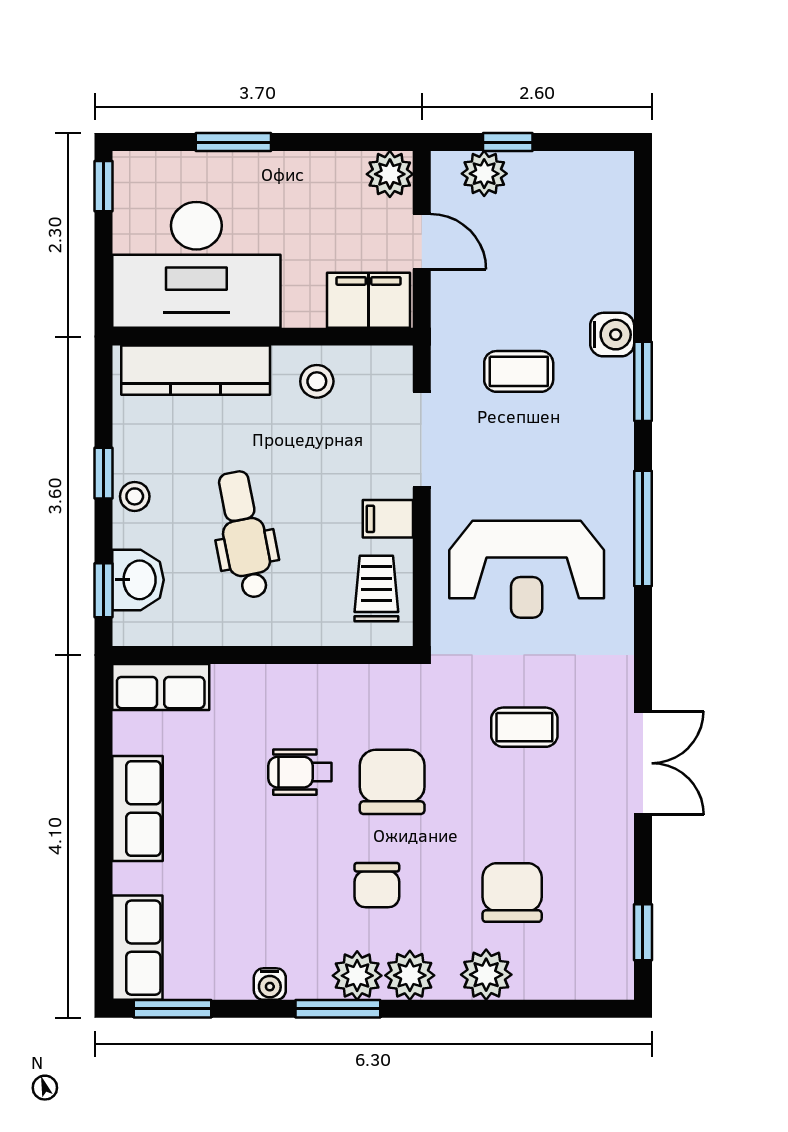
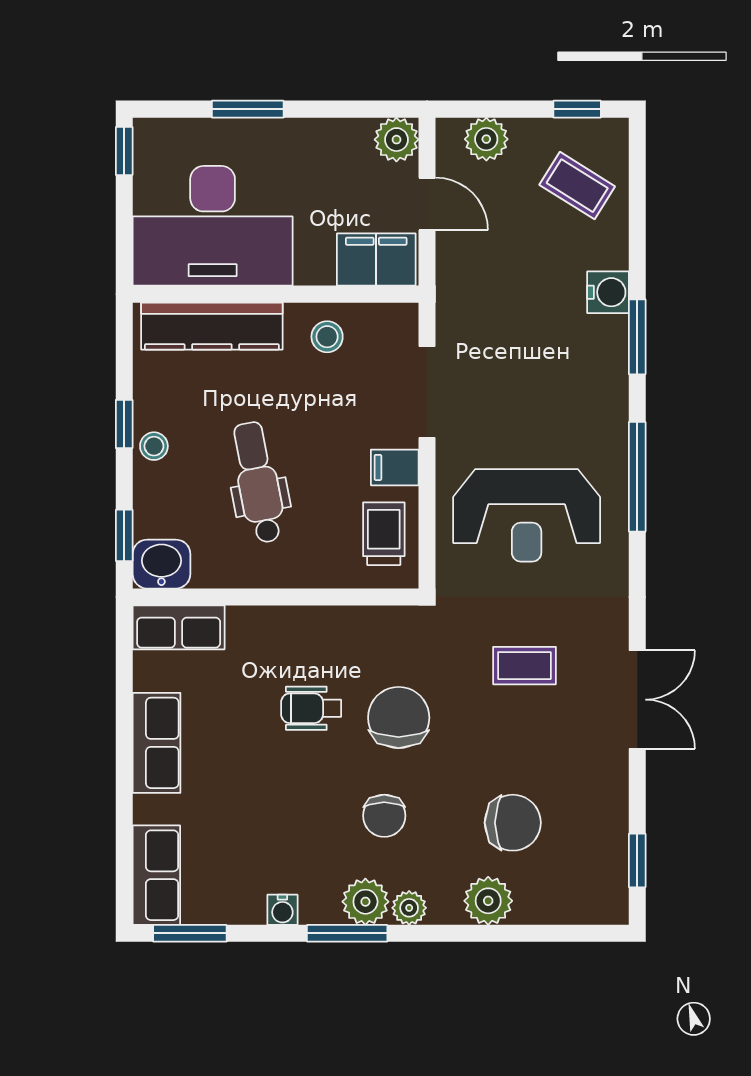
window: (508, 142) -> (577, 109), moved
coffee table: (519, 371) -> (577, 186), moved, turned 32
washbasin: (138, 580) -> (161, 564), moved, turned -90
chair: (512, 892) -> (513, 823), turned 90
plant: (410, 975) -> (409, 908), width x0.73, depth x0.73

